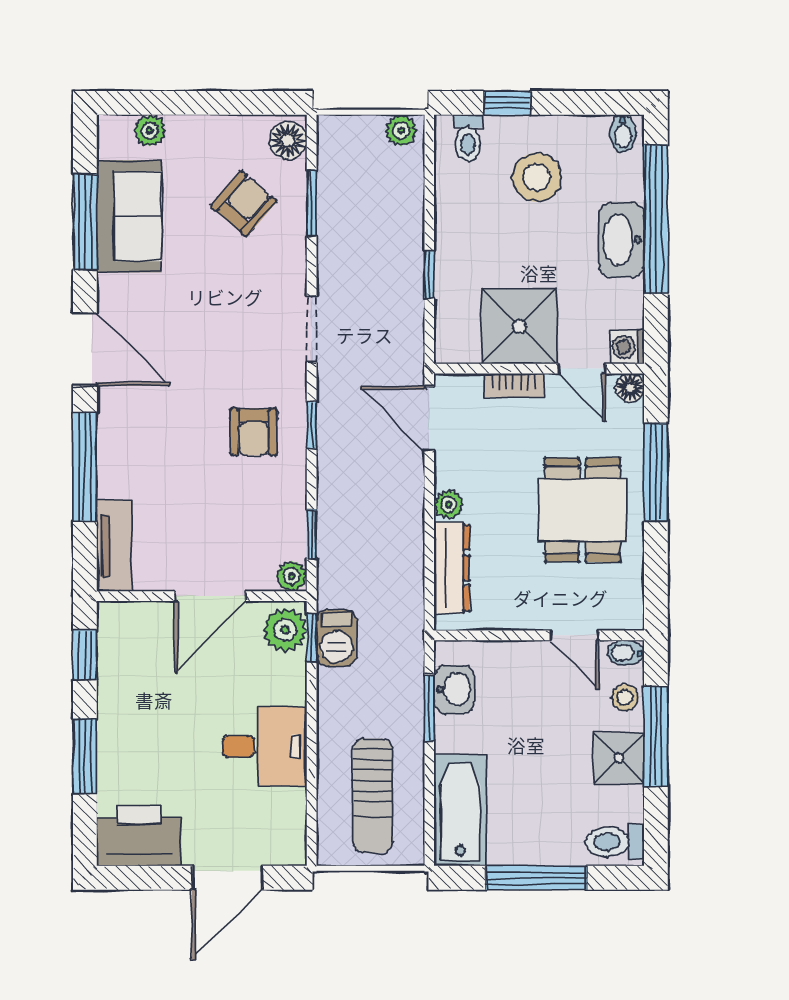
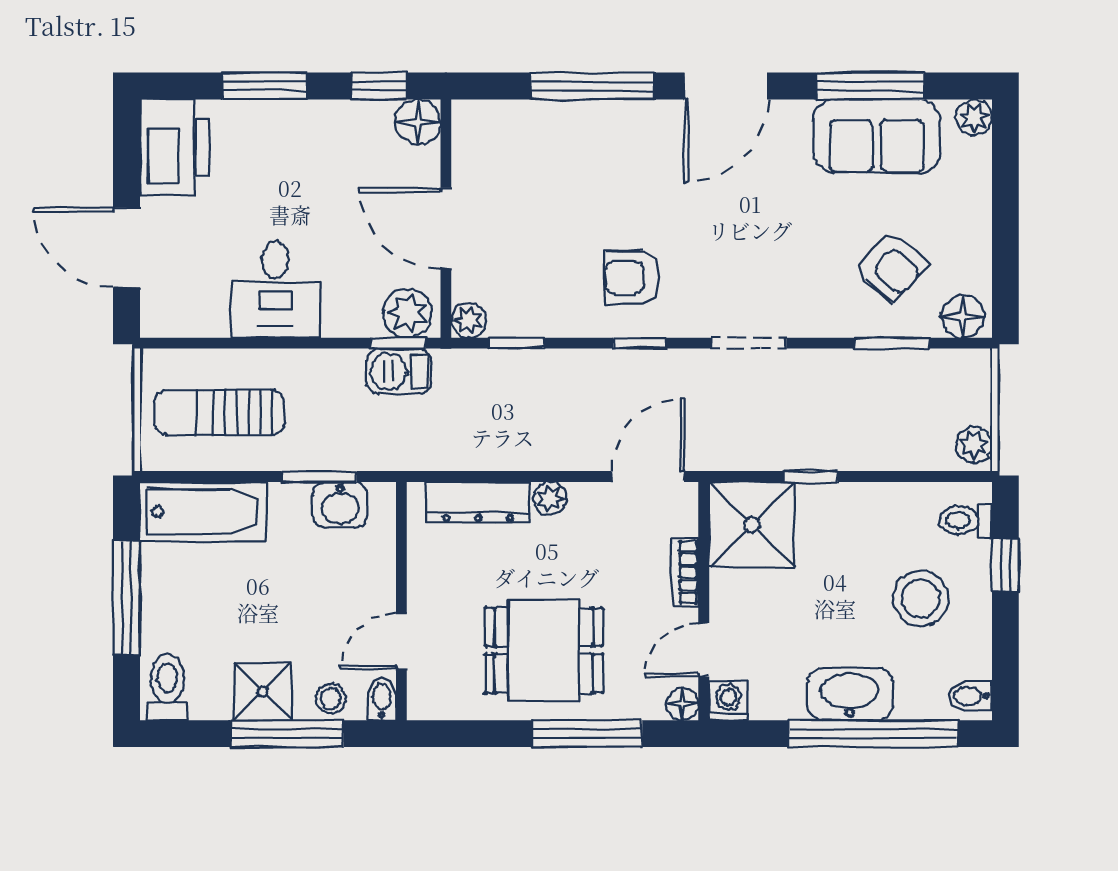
plant: (150, 130) -> (974, 117), moved
shower: (519, 326) -> (752, 525), moved
tv unit: (114, 546) -> (503, 119), removed
floor lamp: (117, 621) -> (418, 122), added

